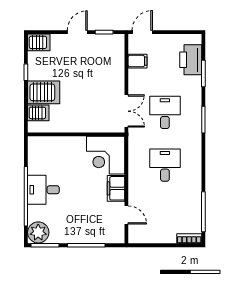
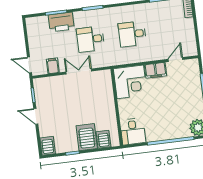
printer: (191, 60) -> (61, 22), moved
double door: (126, 111) -> (79, 72), moved
desk: (43, 190) -> (133, 131), moved

